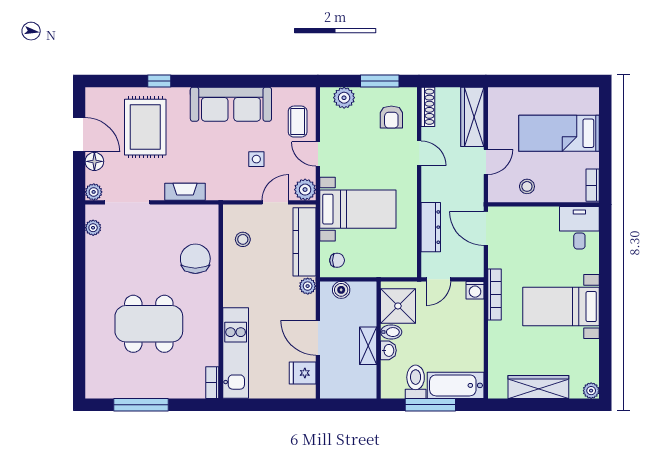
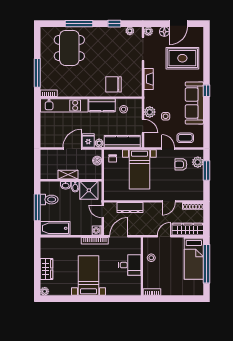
window: (159, 81) -> (206, 91), moved
window: (380, 81) -> (206, 171), moved
window: (538, 81) -> (206, 264), added
armchair: (391, 117) -> (181, 164), moved
bed: (559, 133) -> (194, 258), moved, turned 180
door: (318, 154) -> (168, 148), hinge flipped
door: (486, 162) -> (164, 236), swing flipped
plant: (305, 190) -> (150, 112), moved
desk: (579, 228) -> (130, 265), moved
door: (486, 229) -> (119, 236), moved
window: (79, 257) -> (114, 24), added
chair: (195, 259) -> (113, 84), turned 180
kitchen counter: (235, 281) -> (102, 105), added
dining table: (149, 324) -> (69, 48), moved
window: (79, 325) -> (79, 24), added
fridge: (303, 373) -> (88, 140), moved
bathtub: (456, 385) -> (55, 228), moved, turned -90
wardrobe: (538, 387) -> (46, 269), width x0.67
window: (141, 405) -> (37, 73), moved

